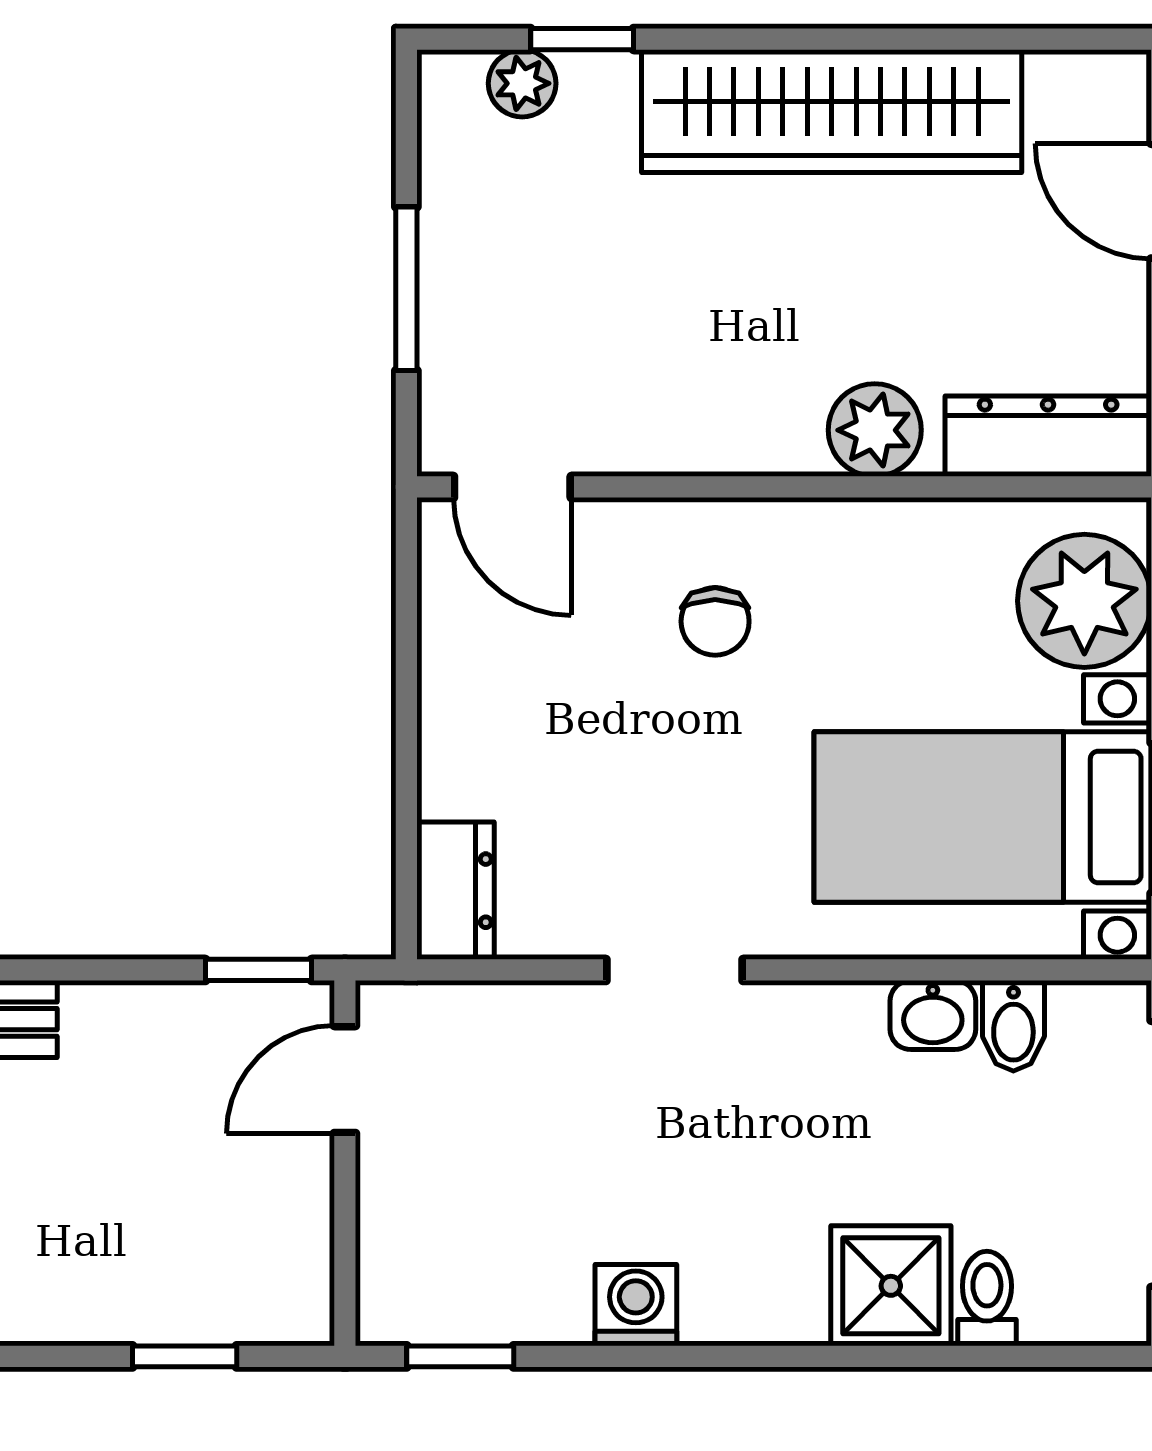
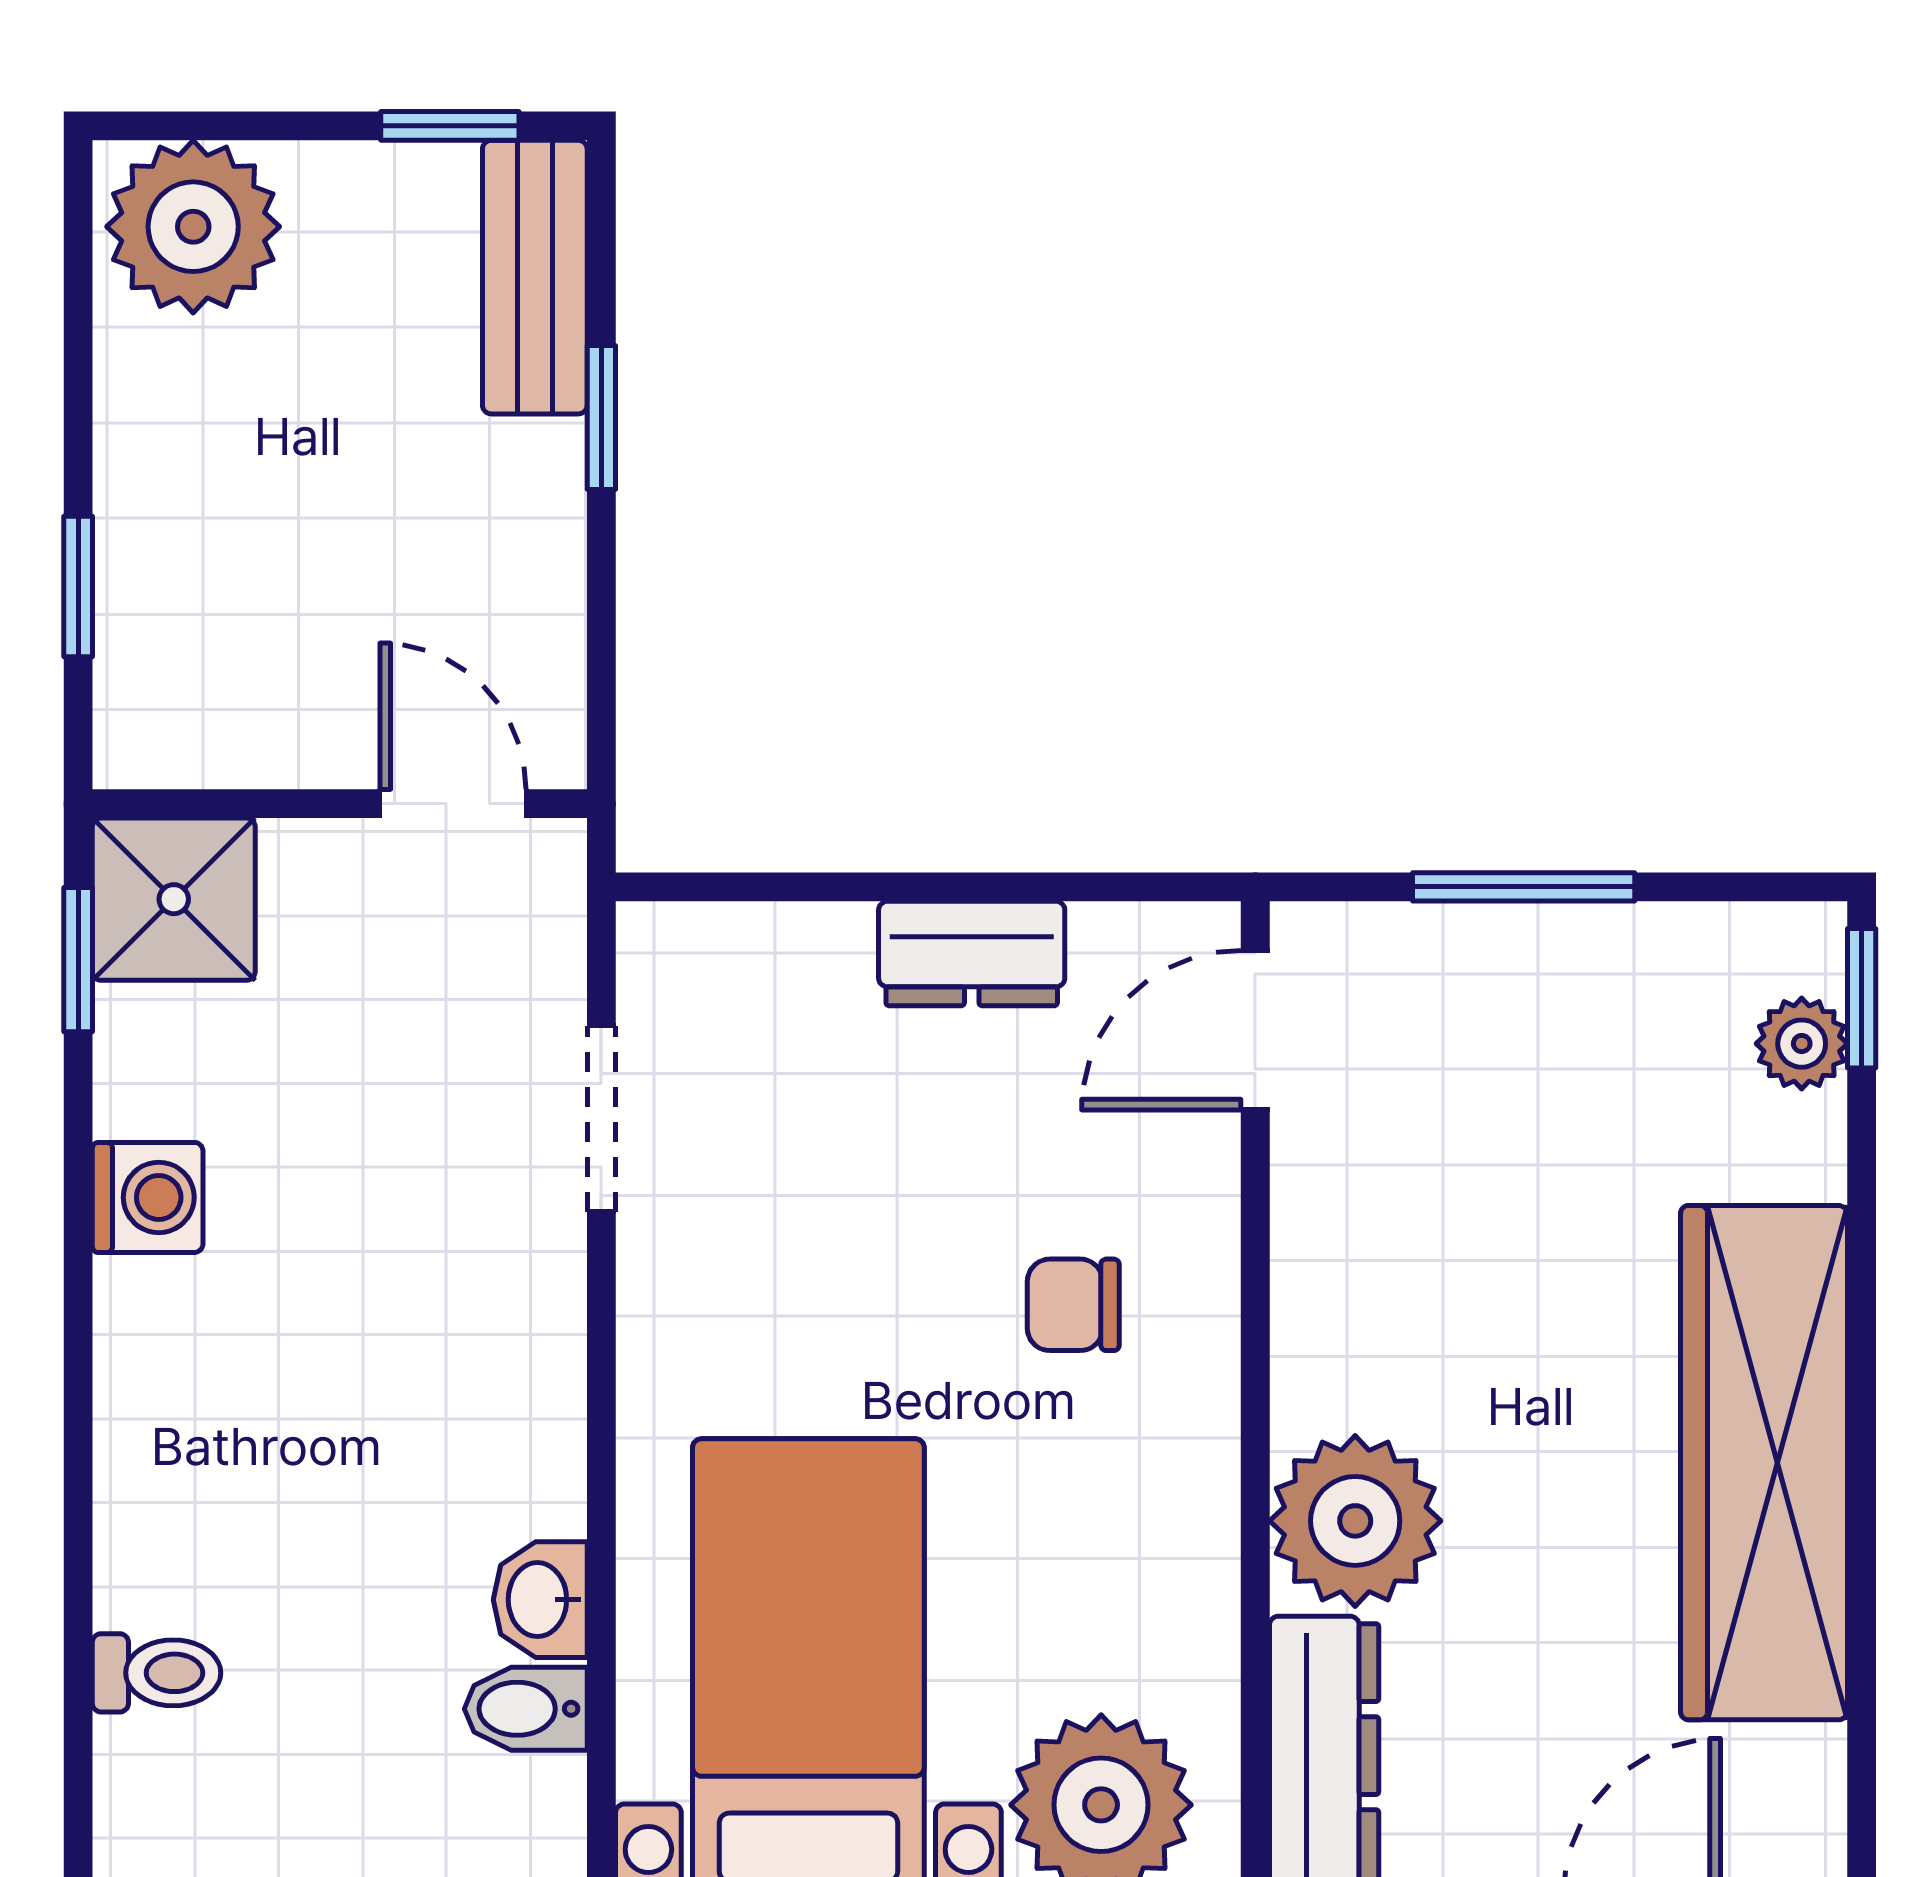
window: (582, 39) -> (1862, 998), moved
plant: (875, 430) -> (1355, 1521), width x1.36, depth x1.36
dresser: (456, 891) -> (972, 953), moved
window: (258, 970) -> (601, 417), moved
doorway: (674, 970) -> (601, 1119), moved
shower: (891, 1286) -> (174, 899), moved

